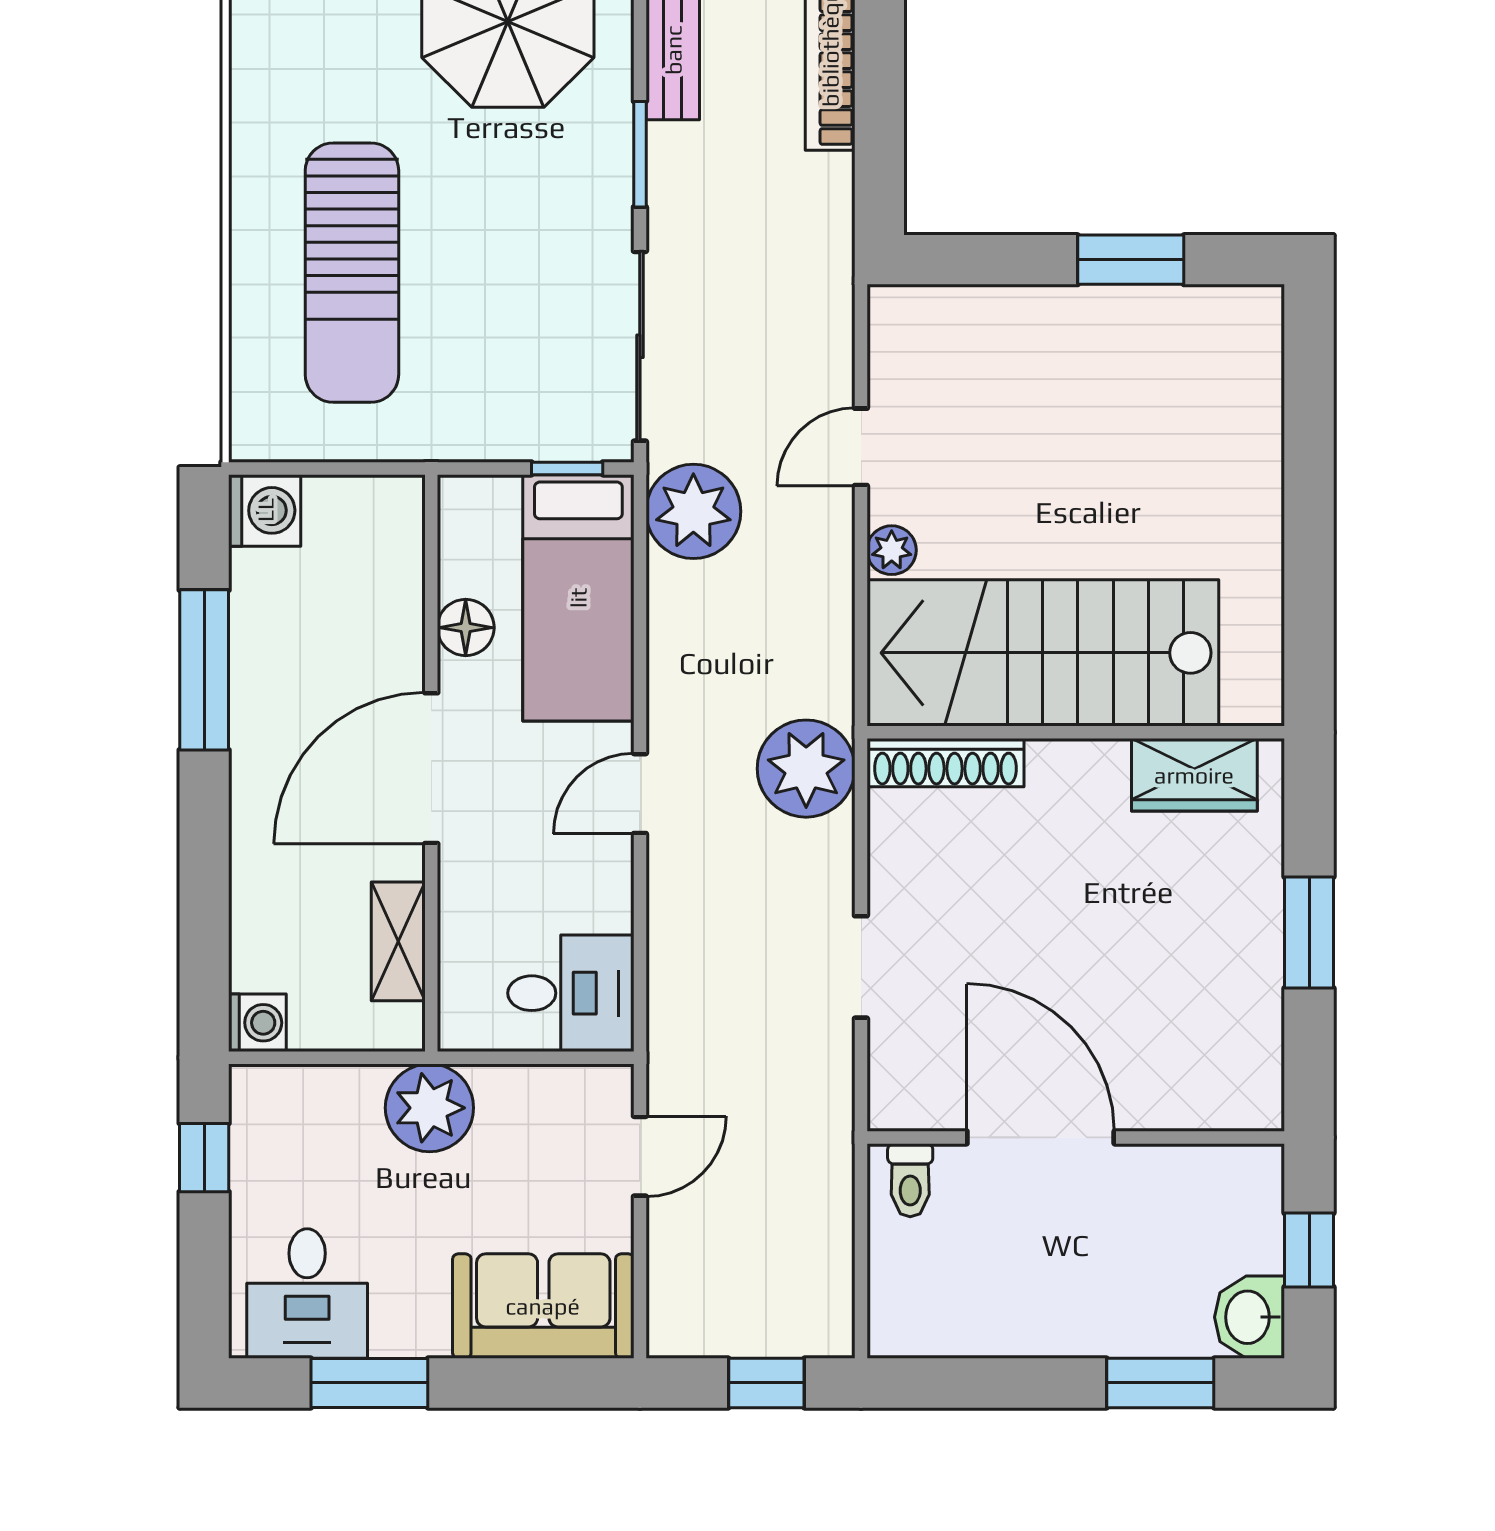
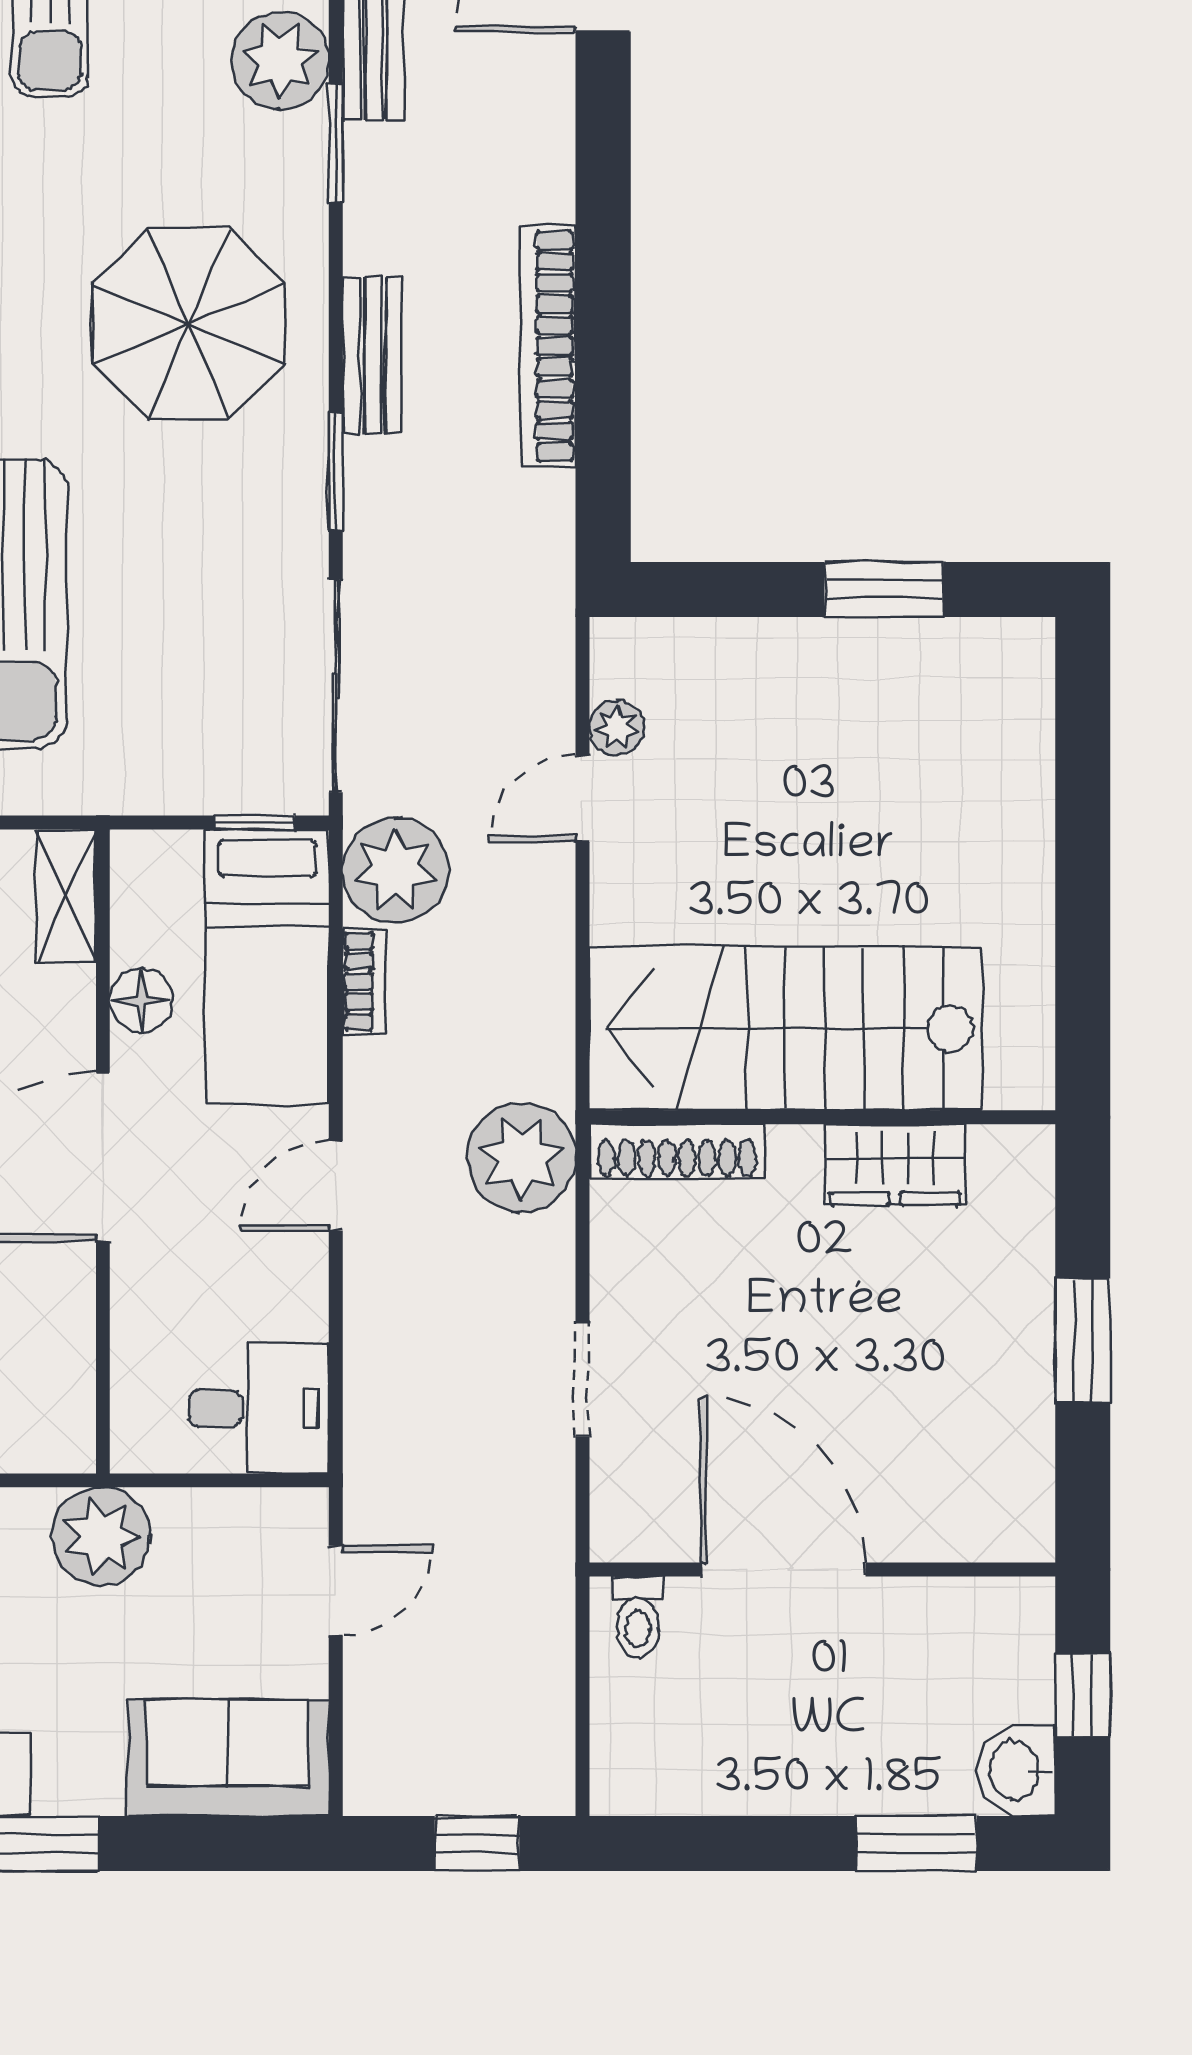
plant: (892, 550) -> (617, 728), moved
bookcase: (665, 611) -> (364, 982), added
wardrobe: (1194, 775) -> (895, 1165), moved
shelving: (398, 941) -> (66, 896), moved

